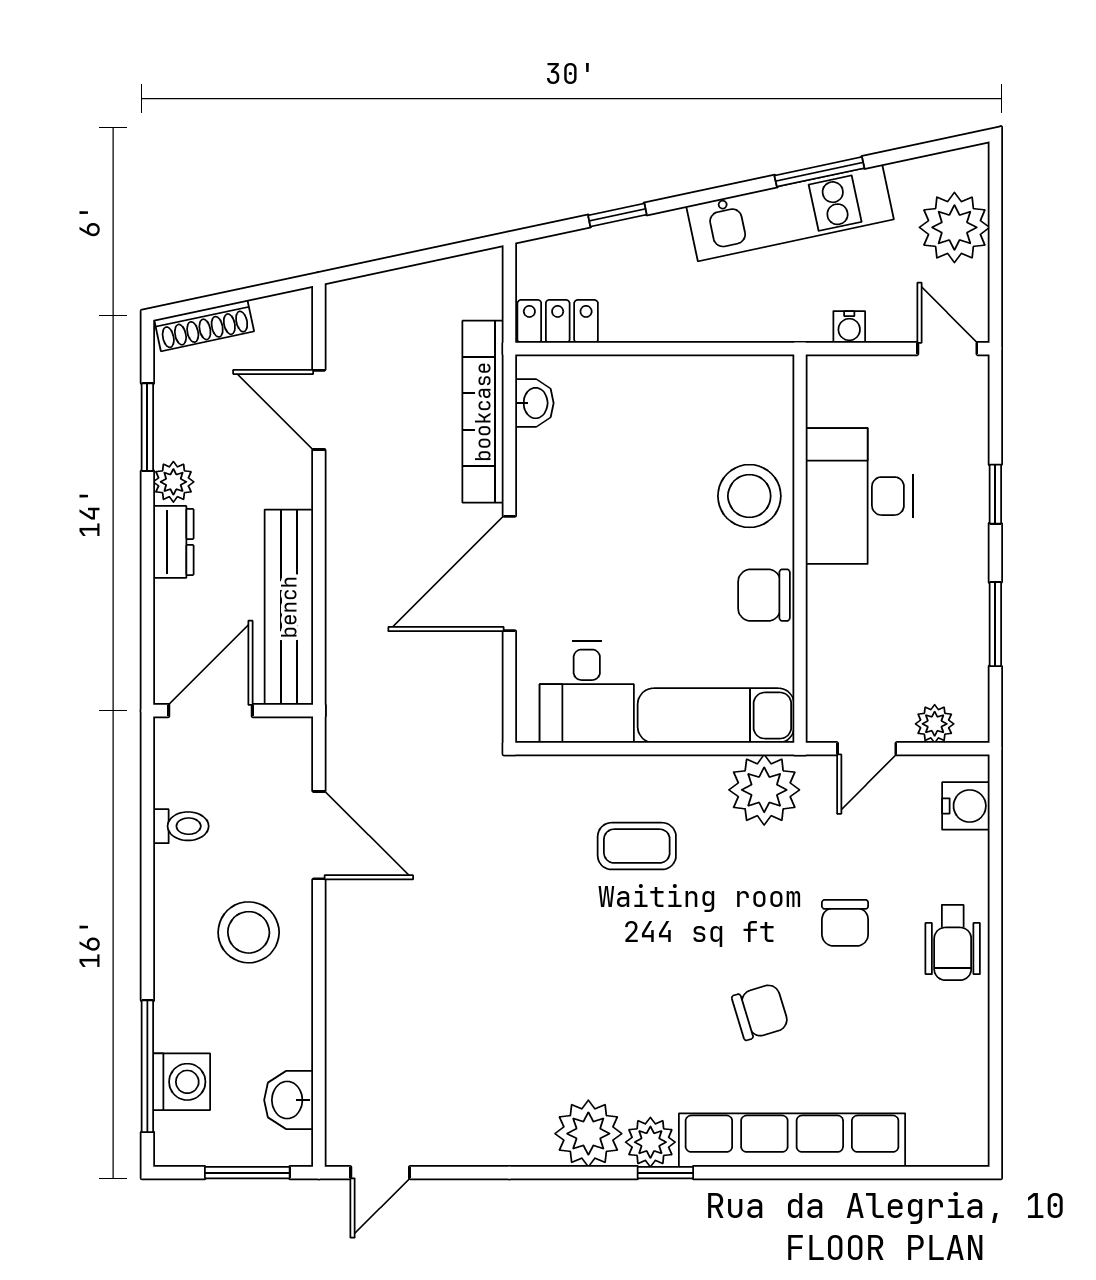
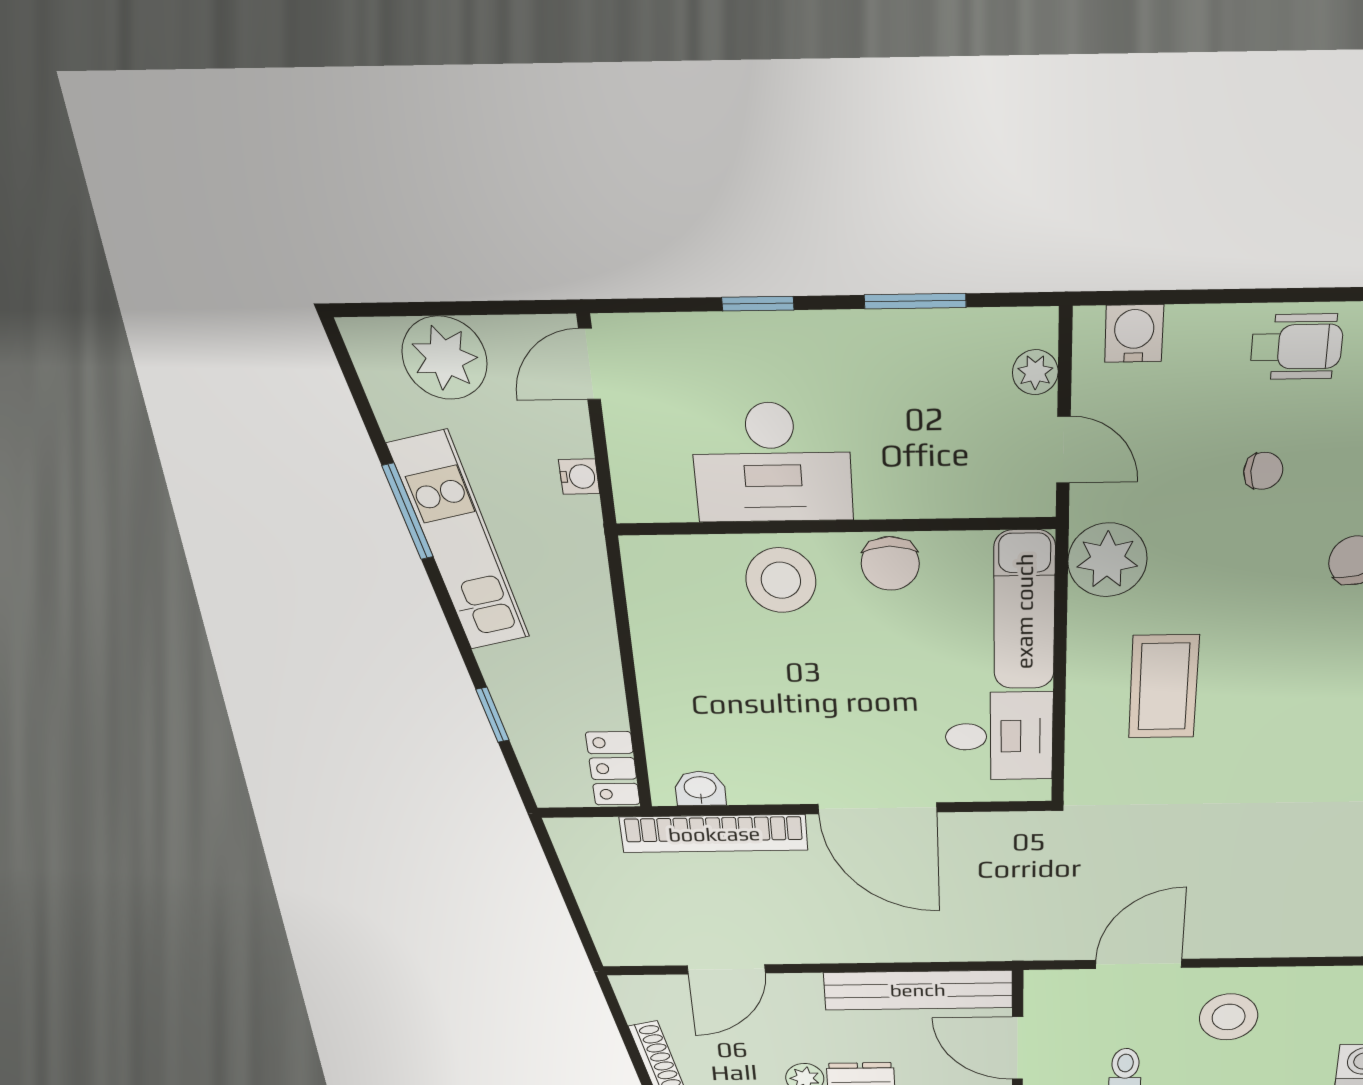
coffee table: (637, 846) -> (1164, 687), width x1.36, depth x1.30
chair: (845, 923) -> (1263, 471), width x0.73, depth x0.73

